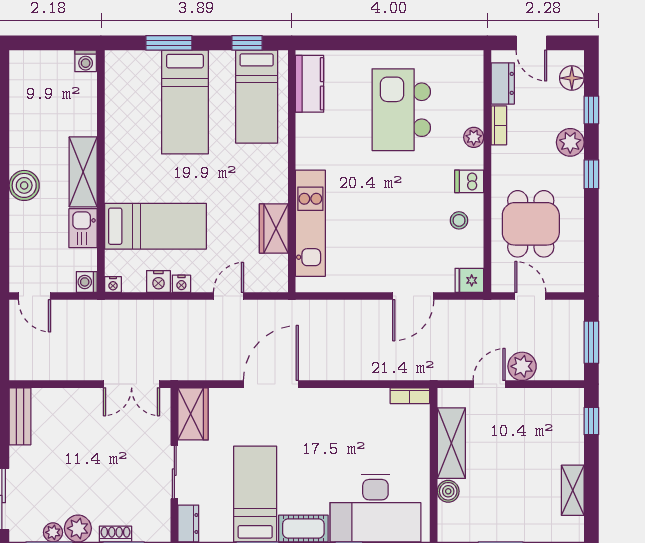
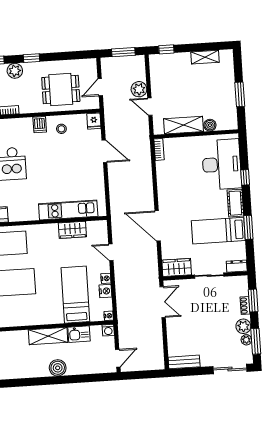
plant: (474, 137) -> (16, 124), removed

